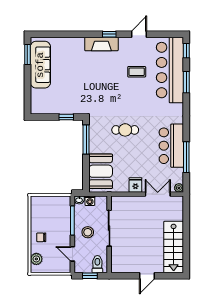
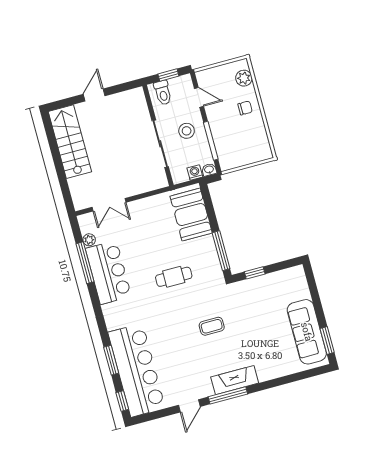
window: (109, 34) -> (228, 395), width x2.17
coffee table: (137, 72) -> (212, 326), moved
fridge: (135, 185) -> (141, 209), removed
plant: (179, 188) -> (89, 240), moved

